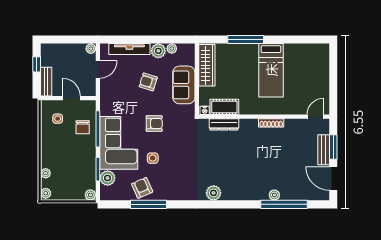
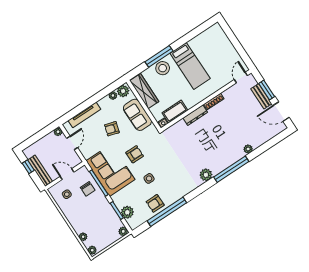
plant: (158, 51) -> (123, 91), moved
stool: (241, 54) -> (163, 68), added
bench: (46, 82) -> (40, 171), width x1.36
dresser: (224, 124) -> (195, 115), moved
corner sofa: (119, 143) -> (111, 170), moved
armchair: (142, 188) -> (155, 203), turned -66
window: (148, 204) -> (167, 212), width x1.46
window: (284, 204) -> (231, 169), moved

